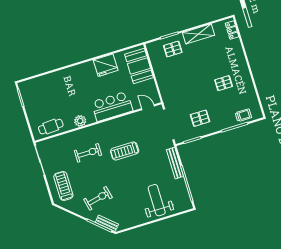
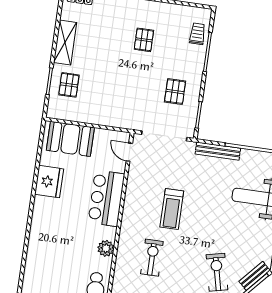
door: (148, 107) -> (129, 152), hinge flipped

